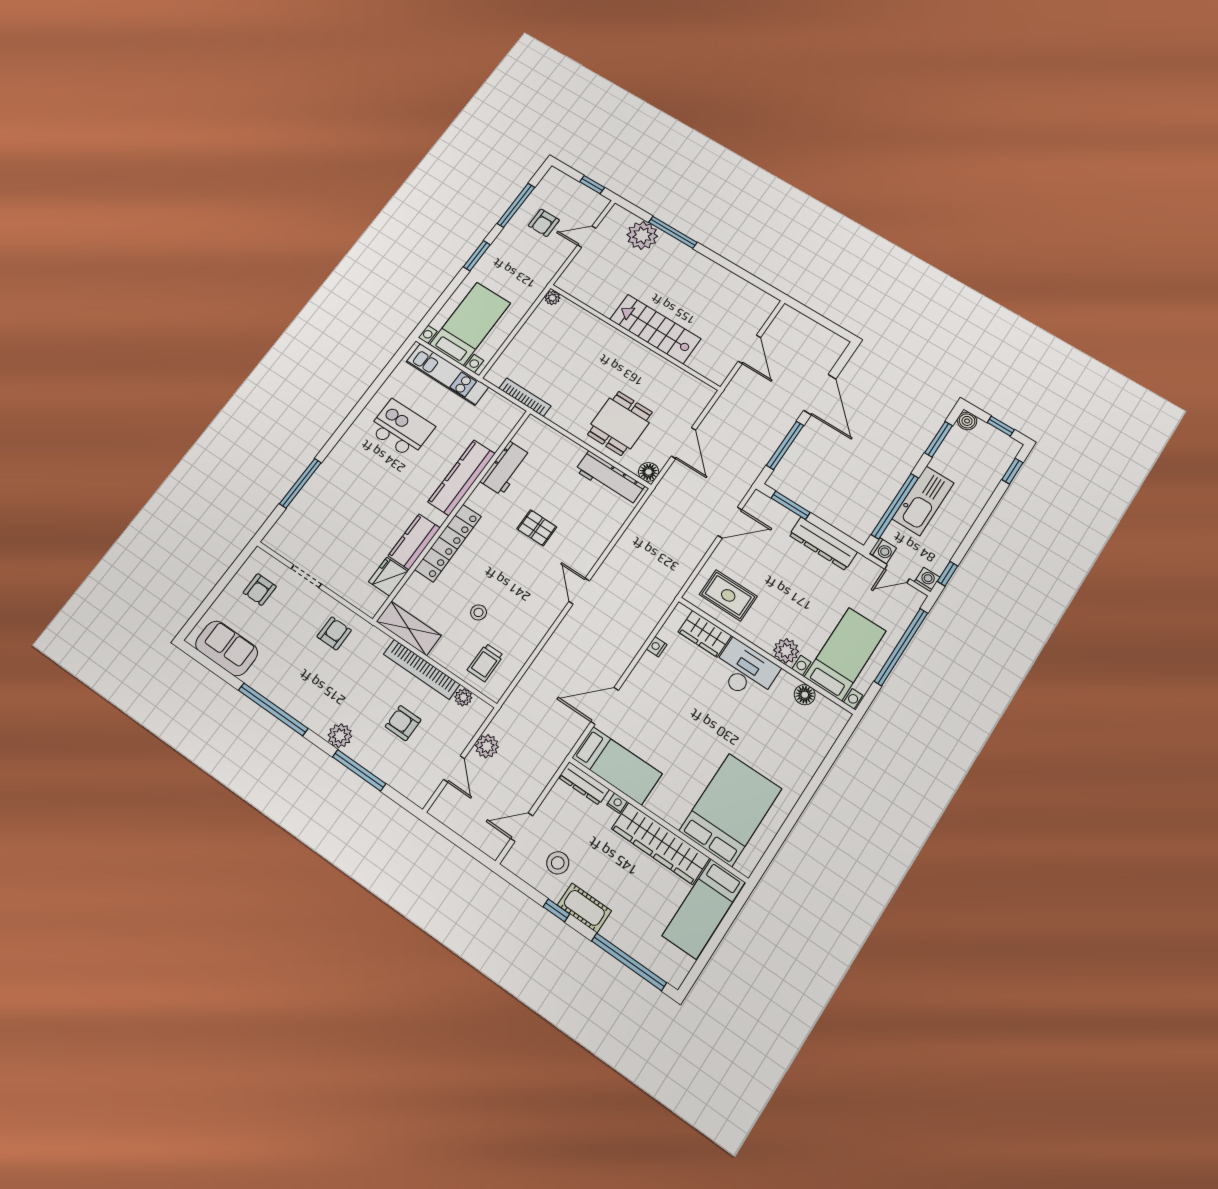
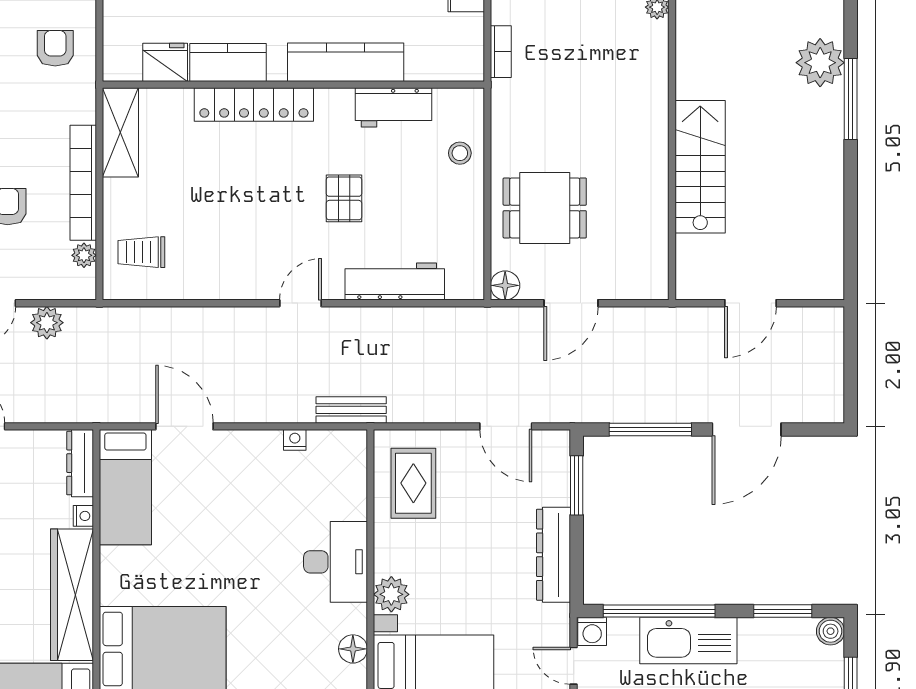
bookcase: (525, 397) -> (501, 52), width x0.64
workbench: (610, 478) -> (395, 281), moved, turned 90
bench: (661, 603) -> (351, 410), added
stool: (479, 612) -> (460, 153), moved
armchair: (334, 633) -> (55, 48), turned -90
wardrobe: (705, 634) -> (348, 486), removed

